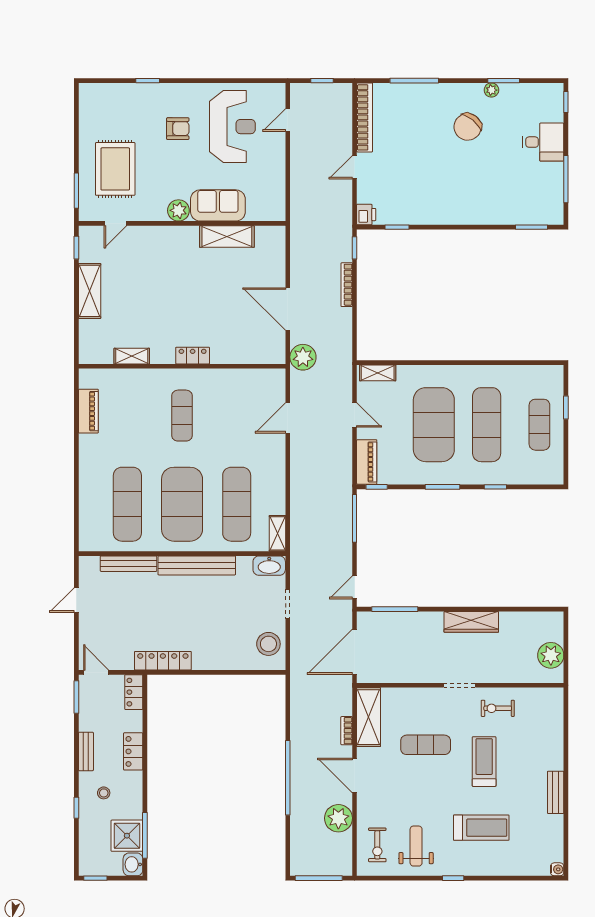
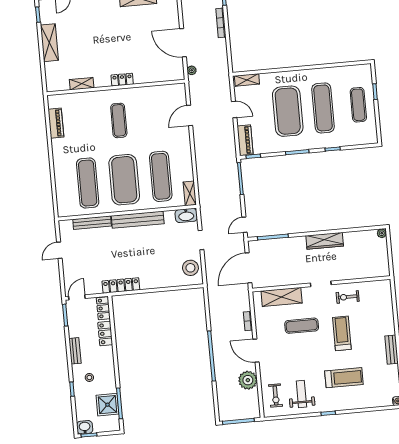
plant: (303, 357) -> (192, 70), width x0.53, depth x0.53
plant: (551, 655) -> (382, 233), moved, width x0.53, depth x0.53
door: (96, 672) -> (77, 297), hinge flipped
shelving: (369, 717) -> (282, 297), moved, turned 90
locker: (133, 751) -> (105, 334), moved
washbasin: (133, 864) -> (85, 427), moved, turned 90

